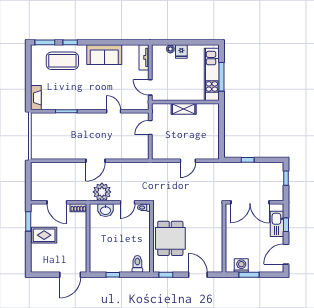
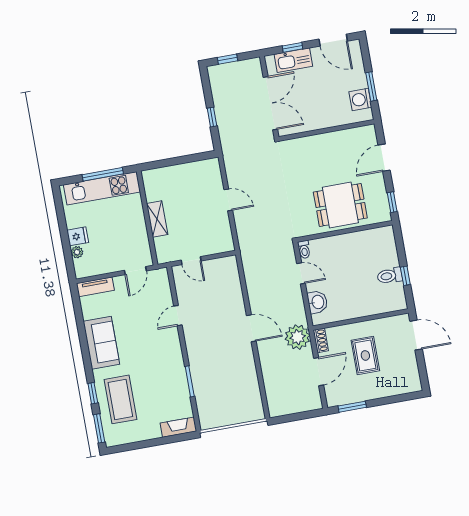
plant: (102, 192) -> (298, 337), moved
rug: (44, 235) -> (365, 355), moved
toilet: (137, 264) -> (390, 276), moved

